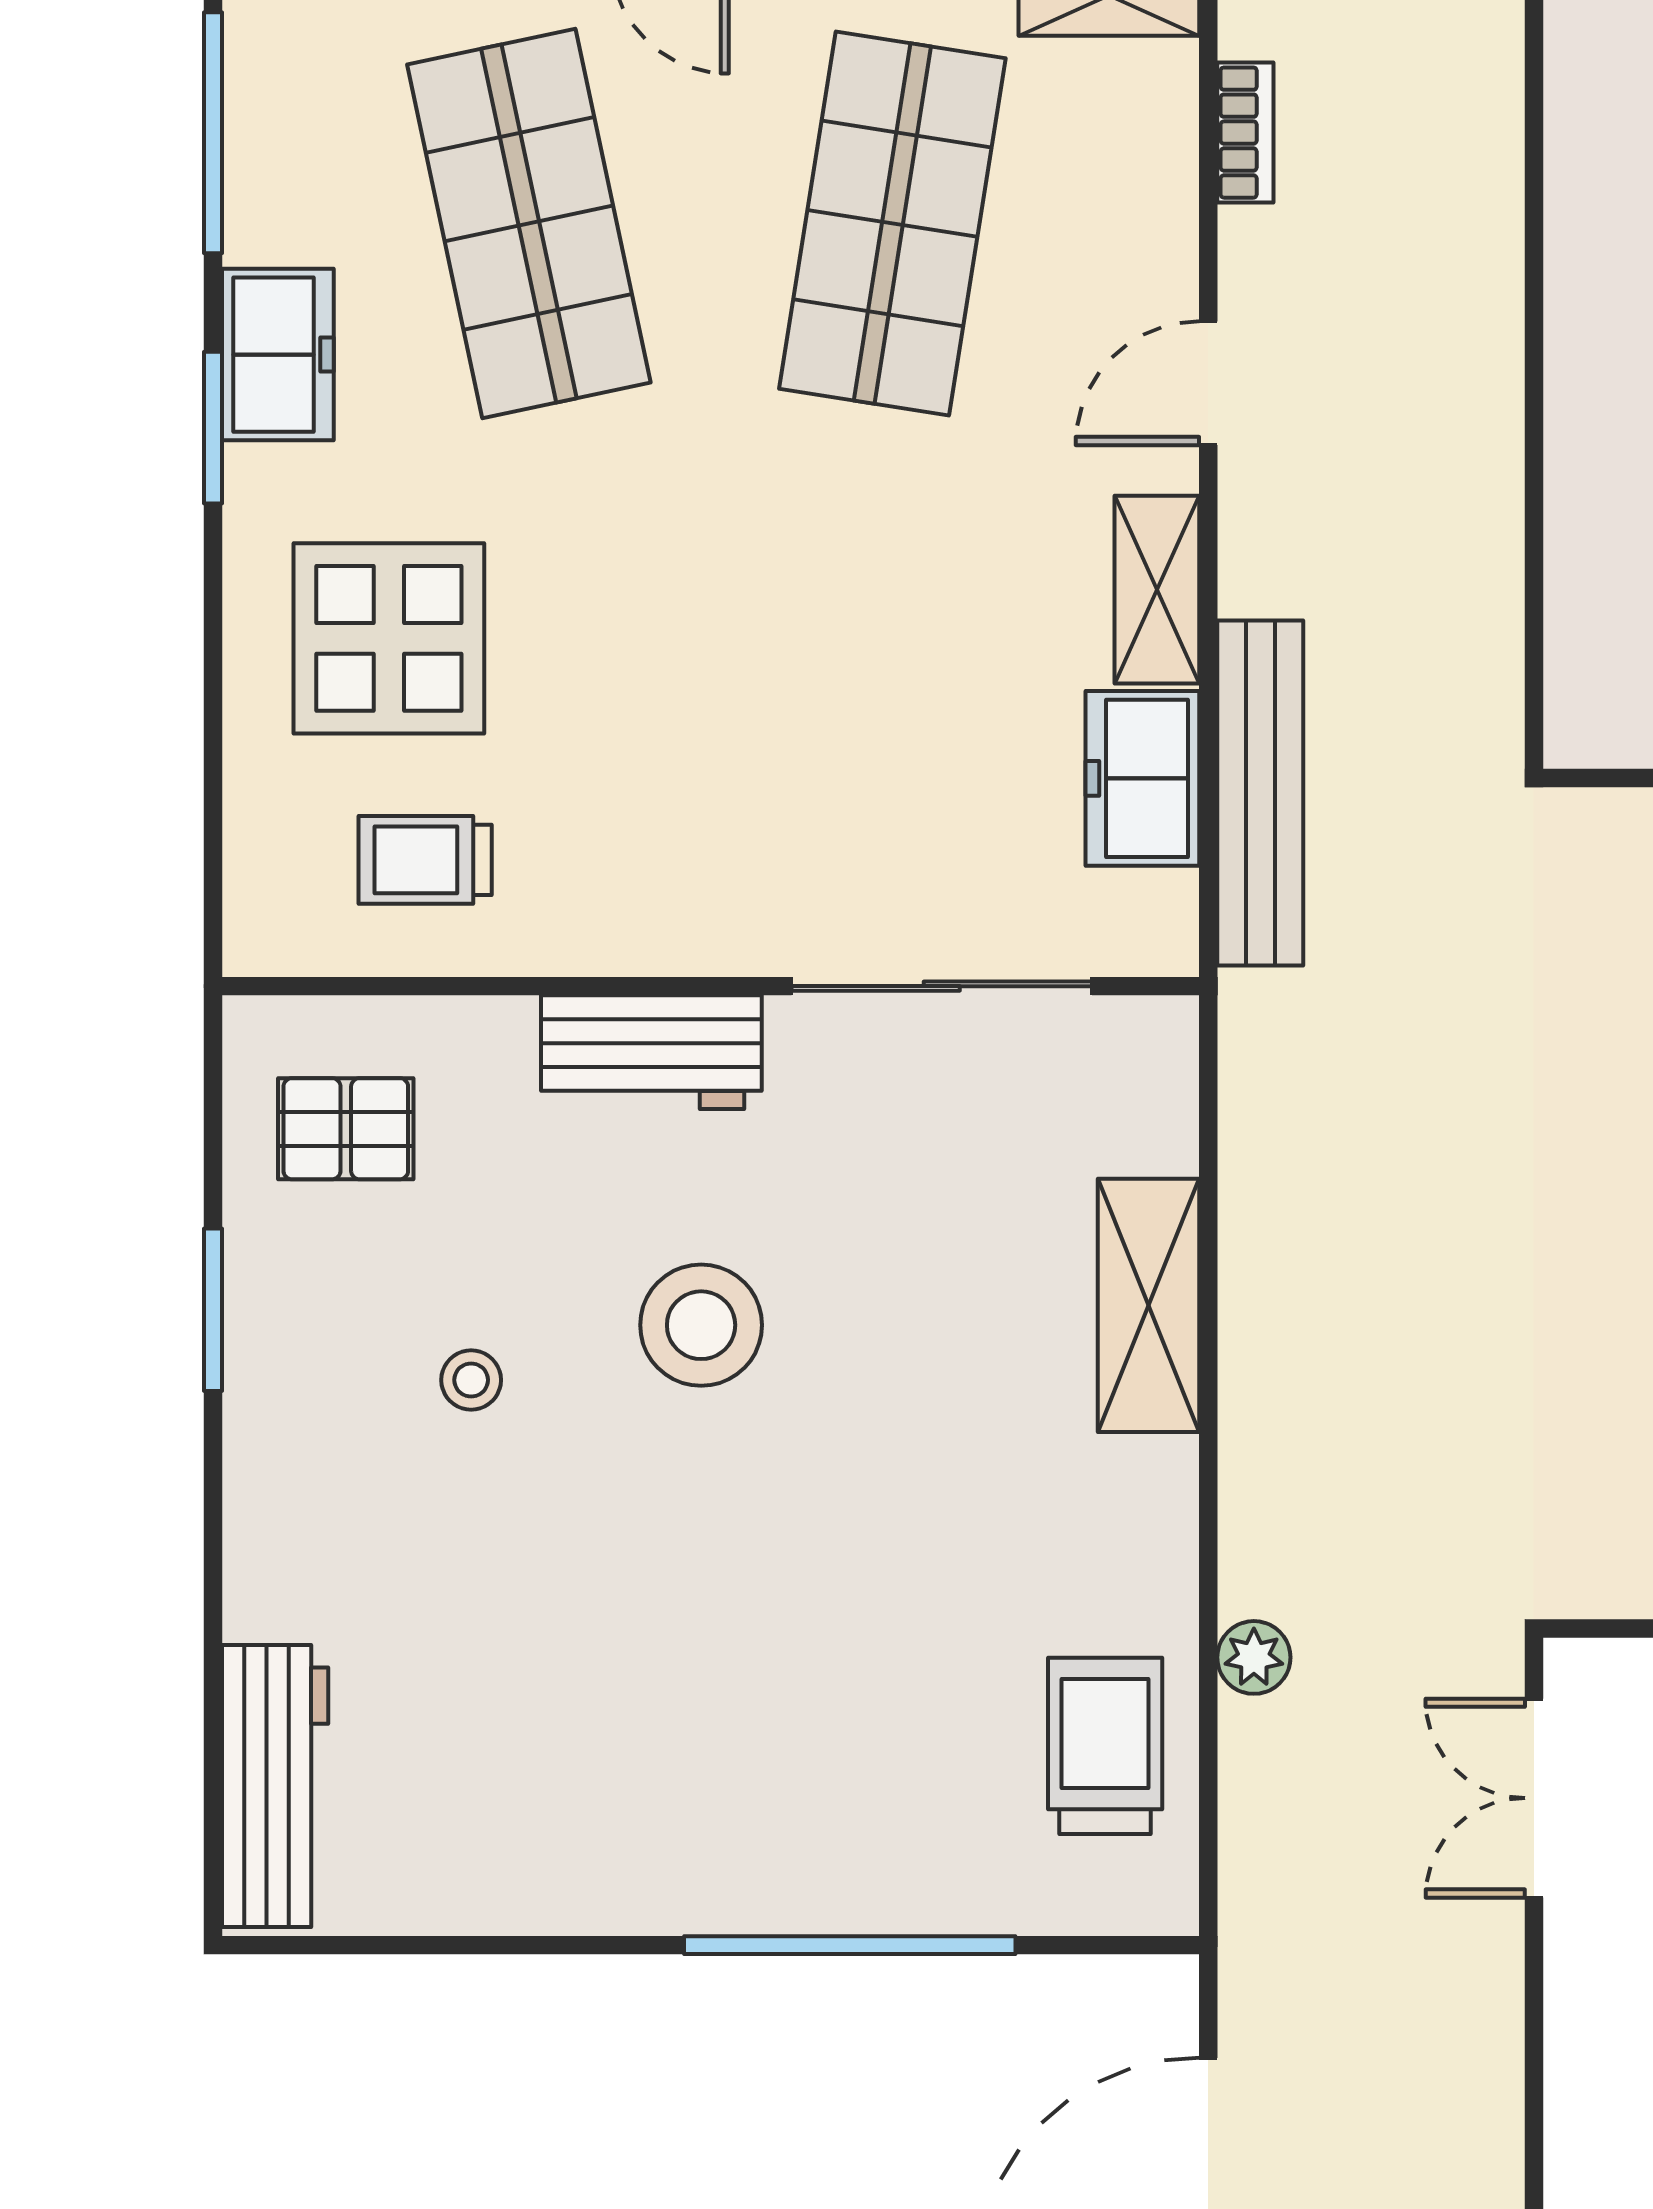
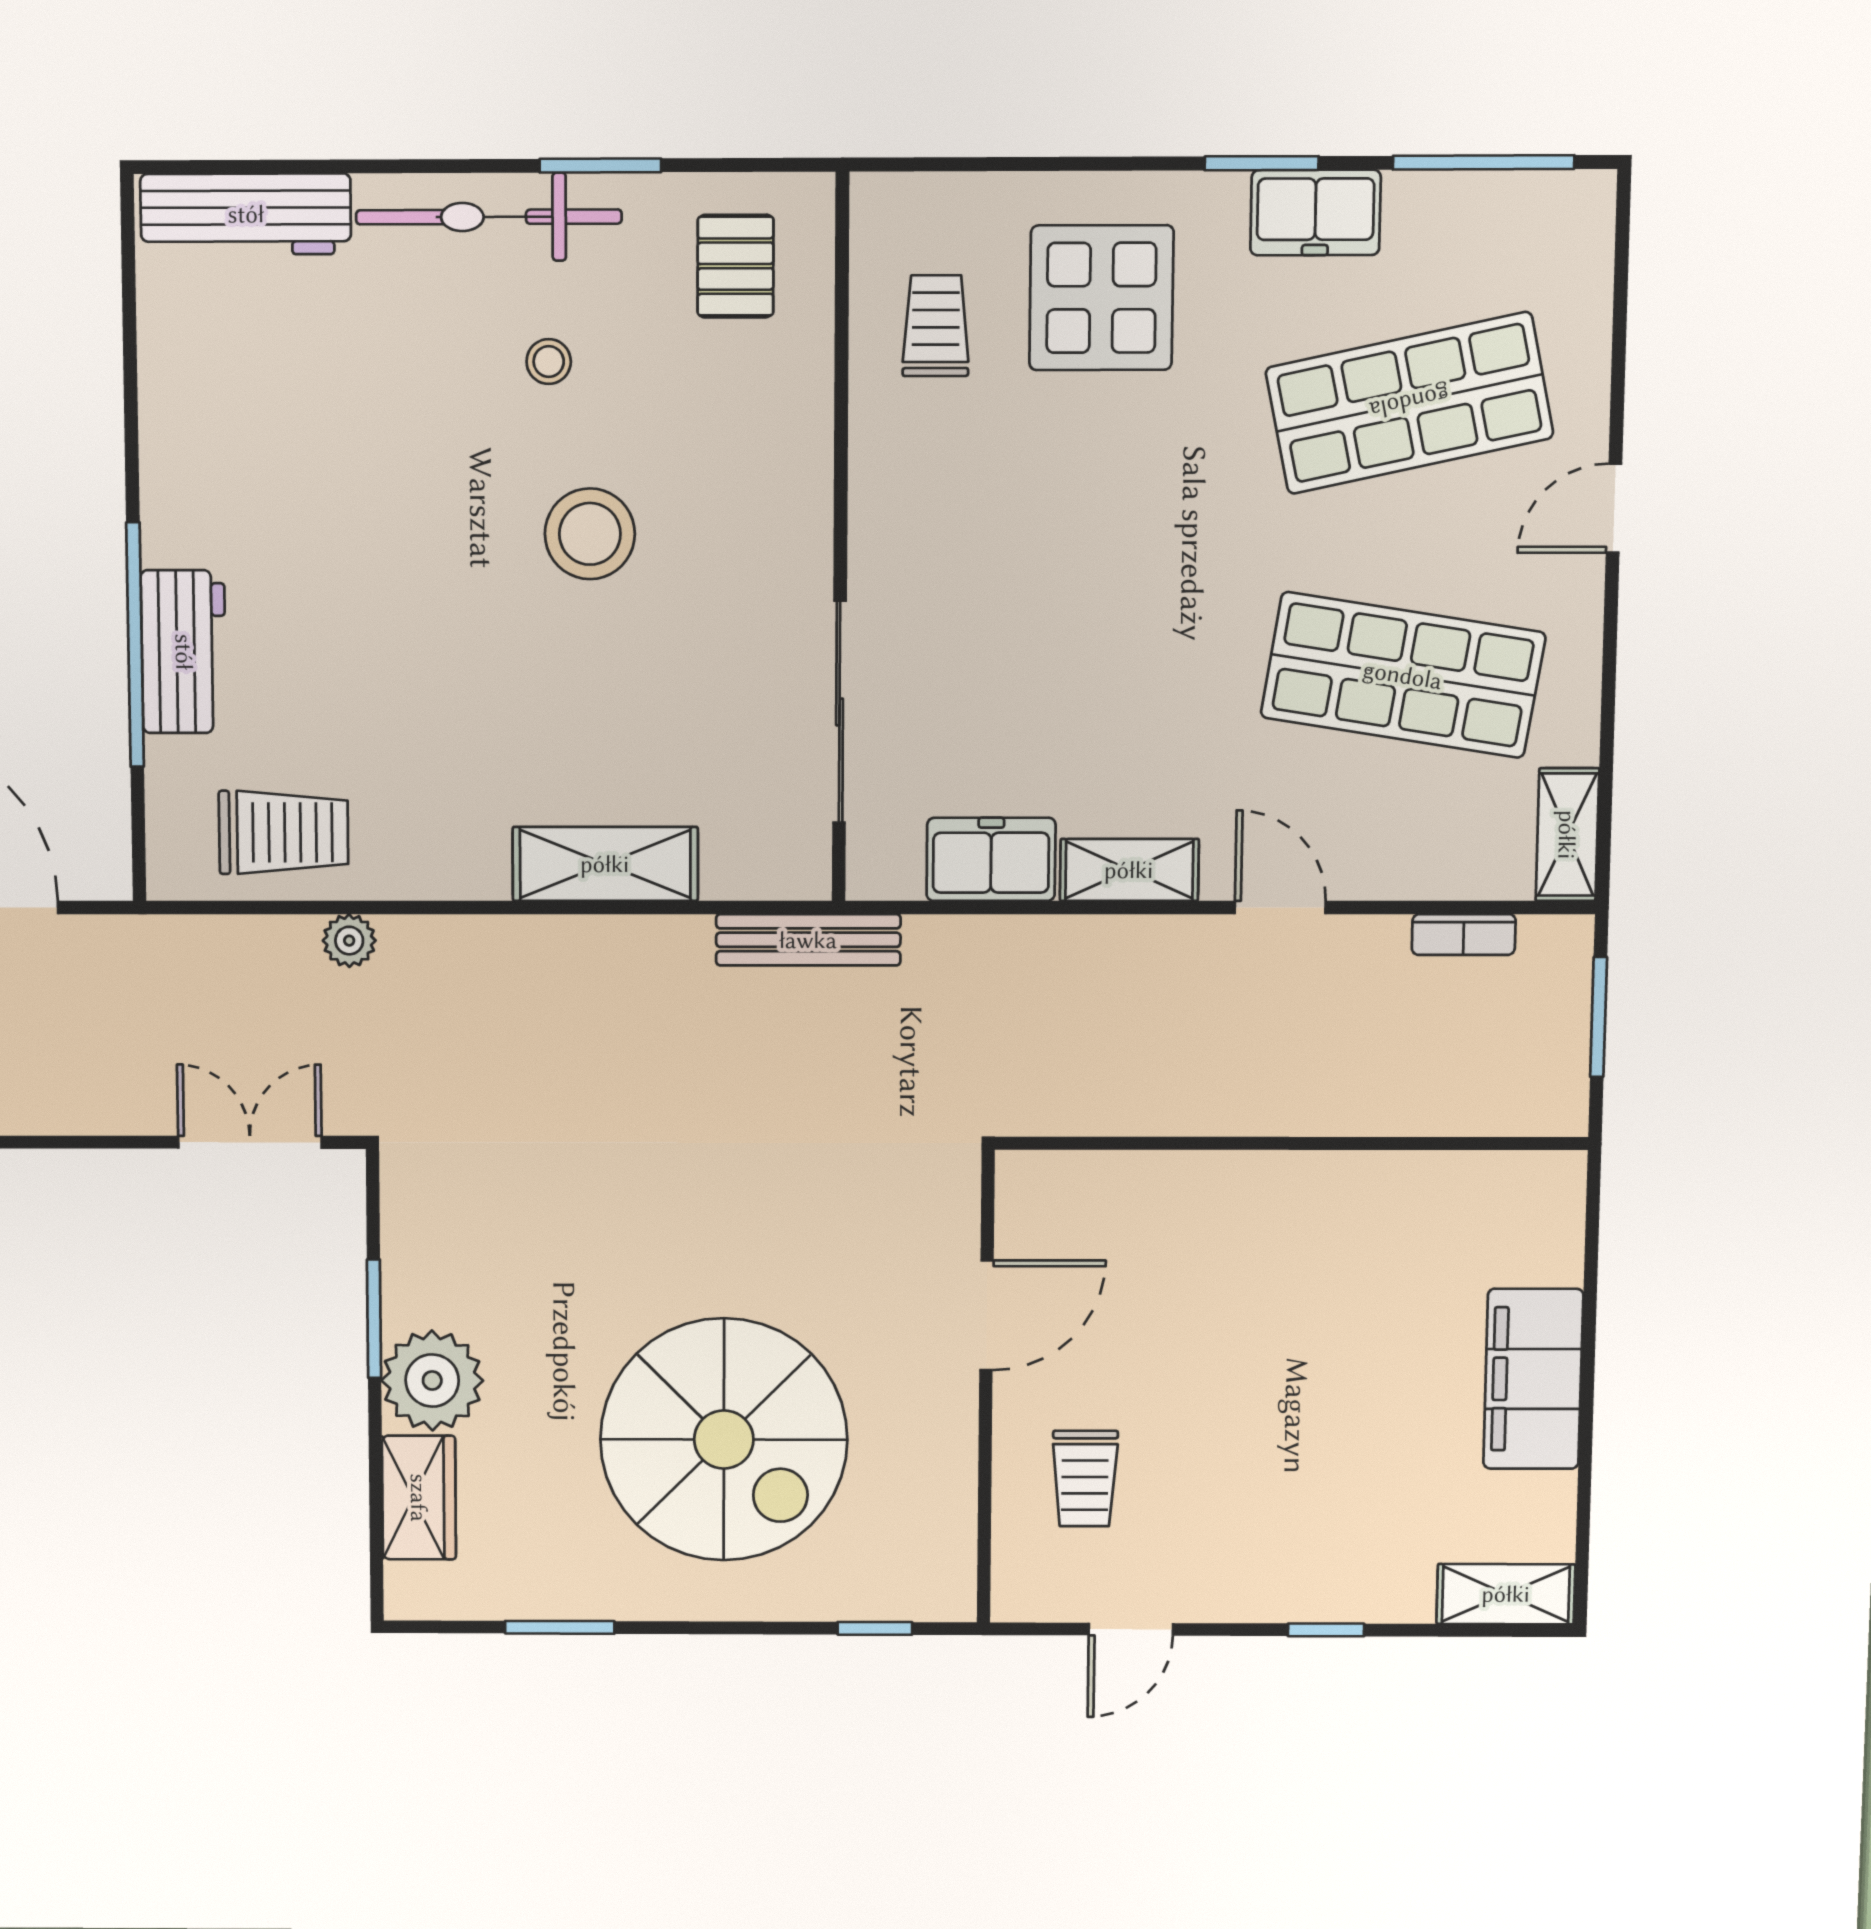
bench: (1260, 793) -> (808, 940), moved, width x0.73, depth x0.82
workbench: (651, 1052) -> (184, 652), moved, turned 180
bicycle: (280, 1459) -> (489, 217), added

